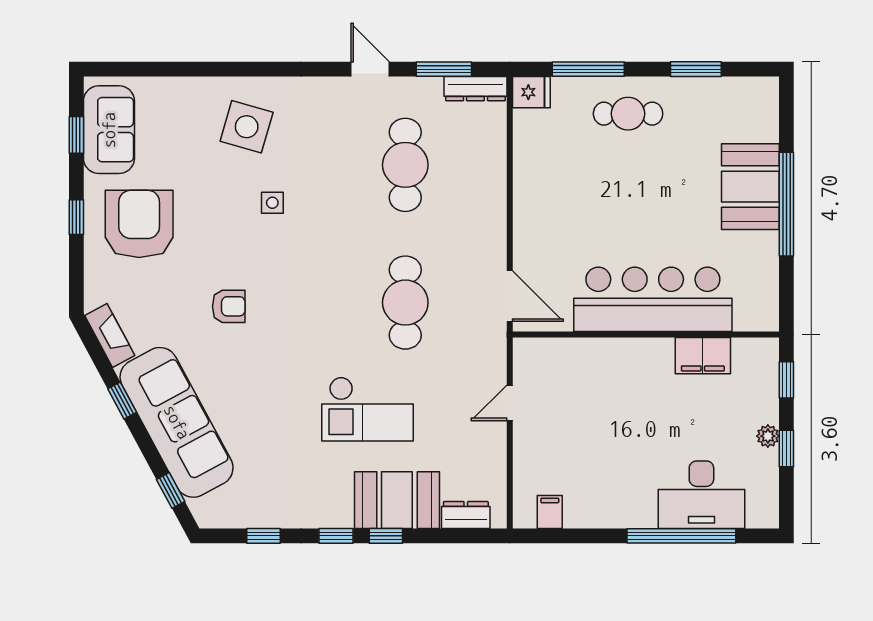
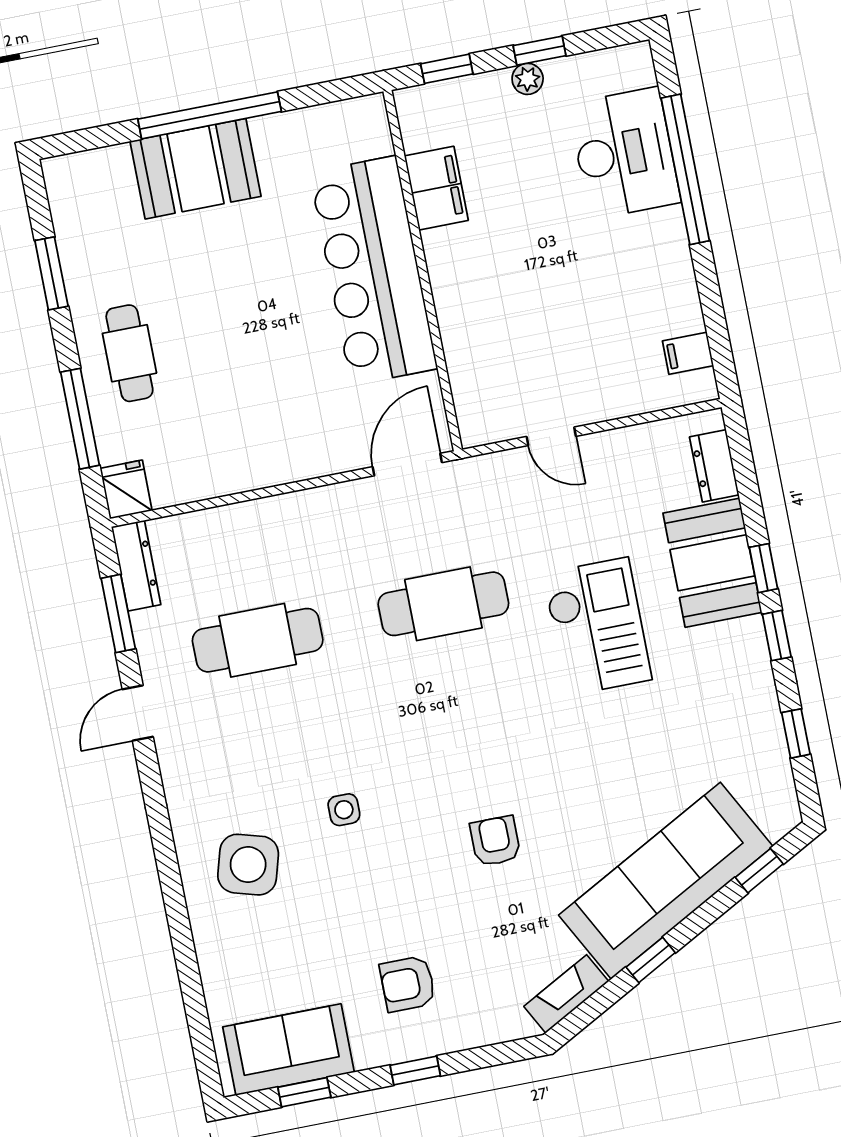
armchair: (139, 224) -> (408, 984), width x0.53, depth x0.53

